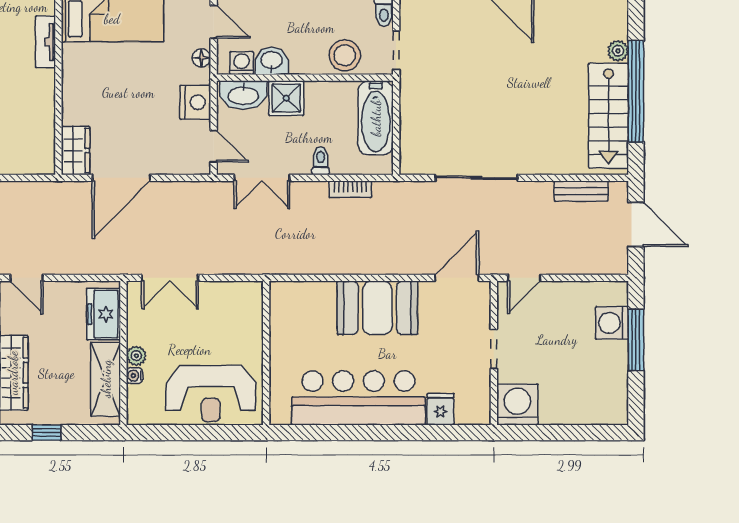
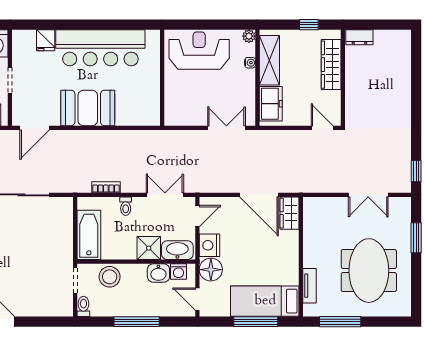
floor lamp: (201, 58) -> (211, 270), width x1.89, depth x1.89
door: (214, 146) -> (197, 216), swing flipped
door: (121, 178) -> (259, 195), swing flipped
plant: (136, 356) -> (249, 36), moved

